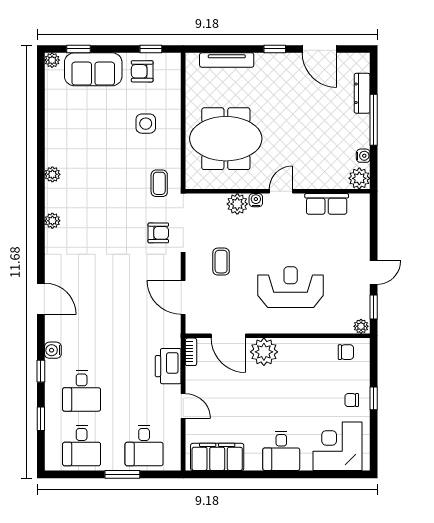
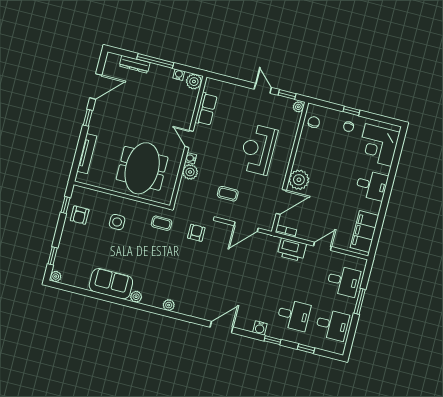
sofa: (93, 69) -> (111, 284), moved, turned -90

